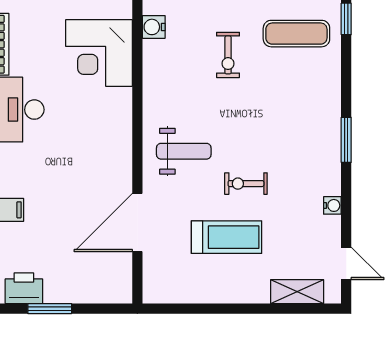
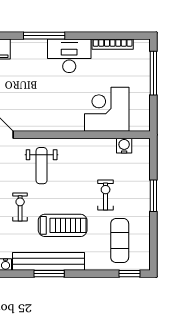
exercise bike: (228, 55) -> (106, 195), turned 90
treadmill: (274, 119) -> (63, 225), added
bench: (328, 141) -> (48, 261), added

